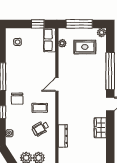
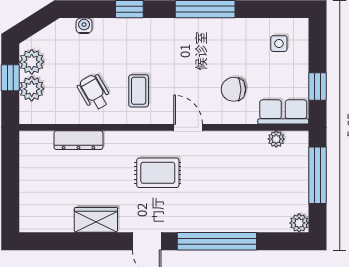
rug: (85, 47) -> (158, 173), moved, turned 90
chair: (17, 99) -> (233, 89), moved

